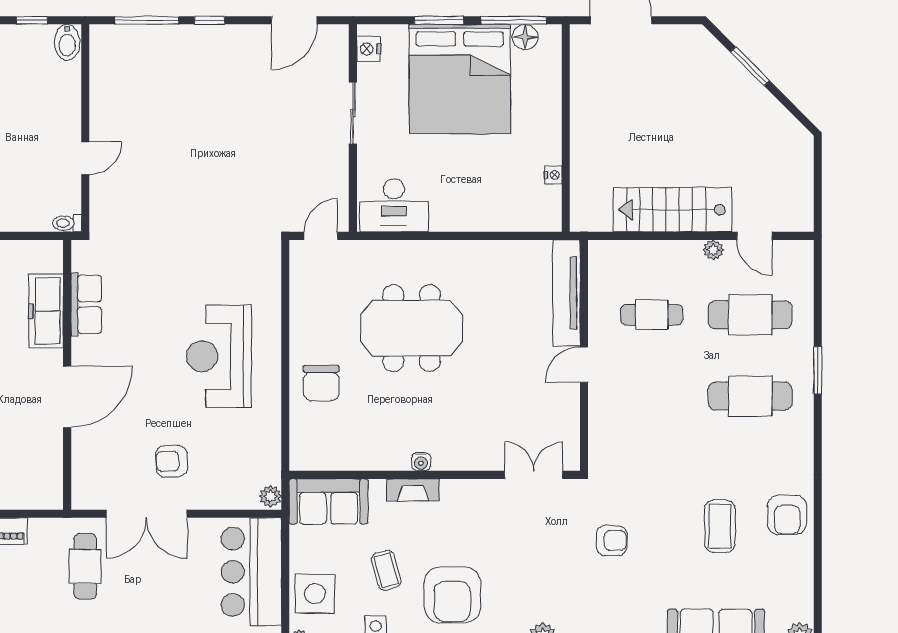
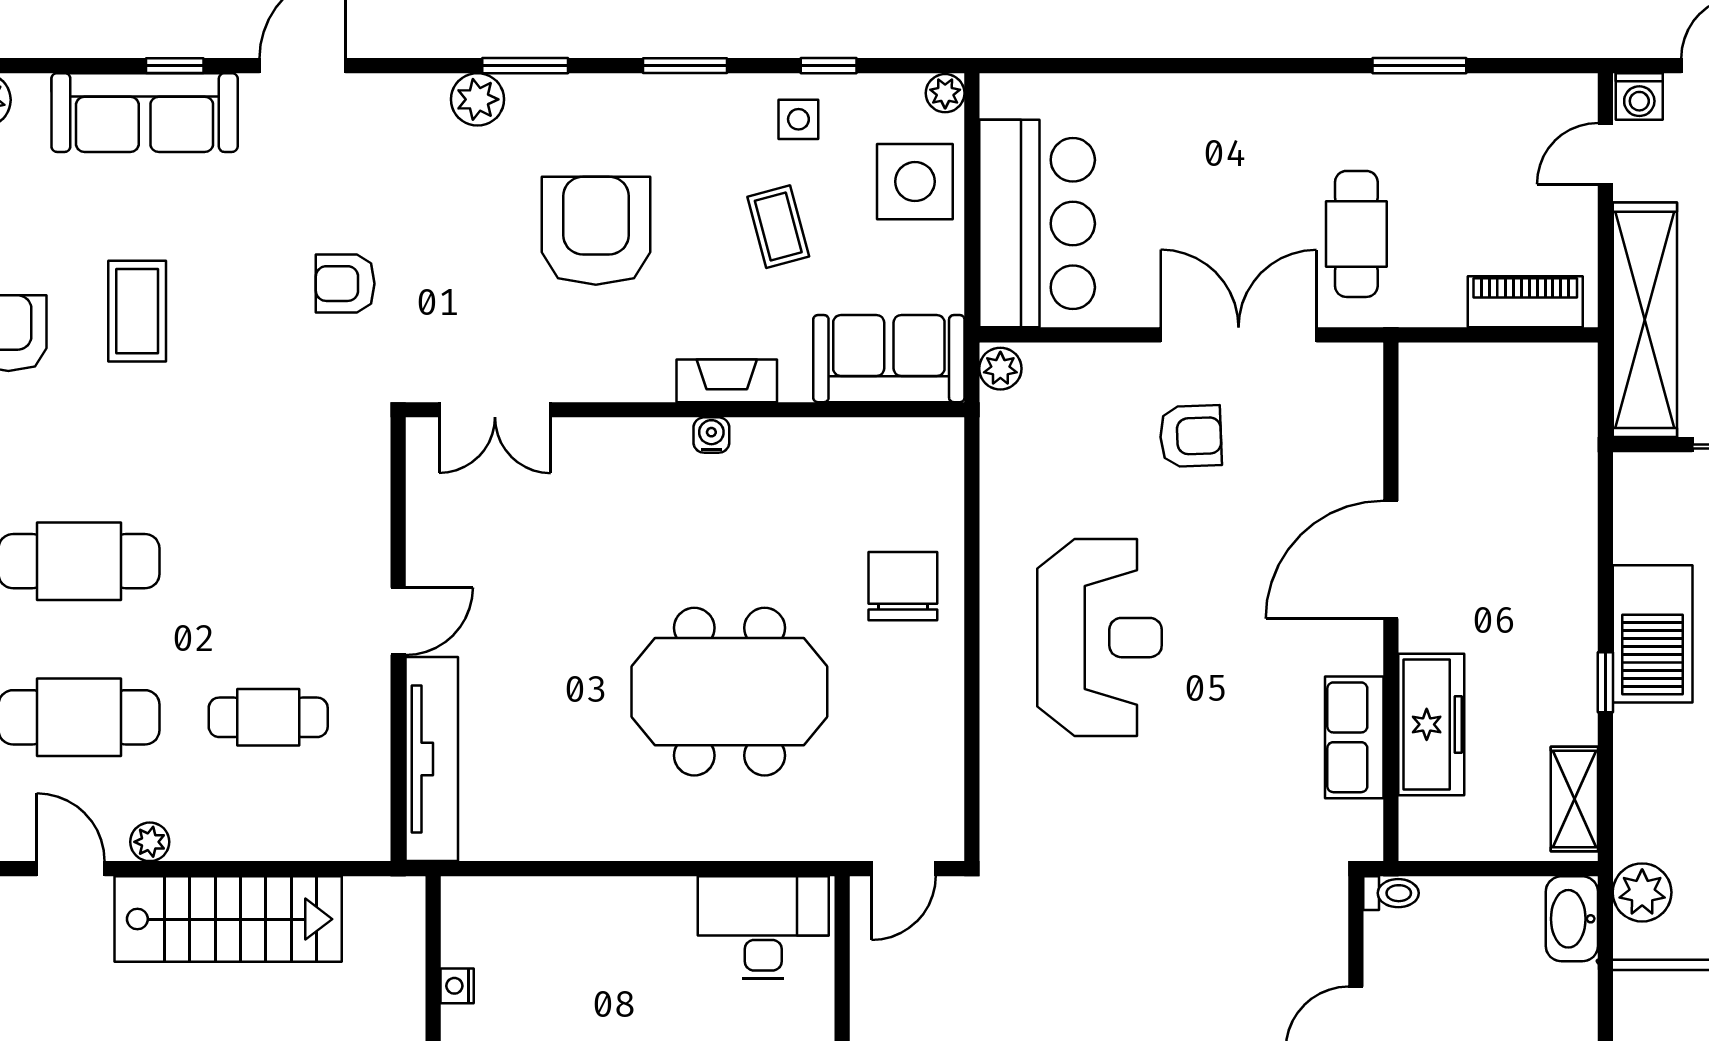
armchair: (452, 595) -> (596, 231), moved

